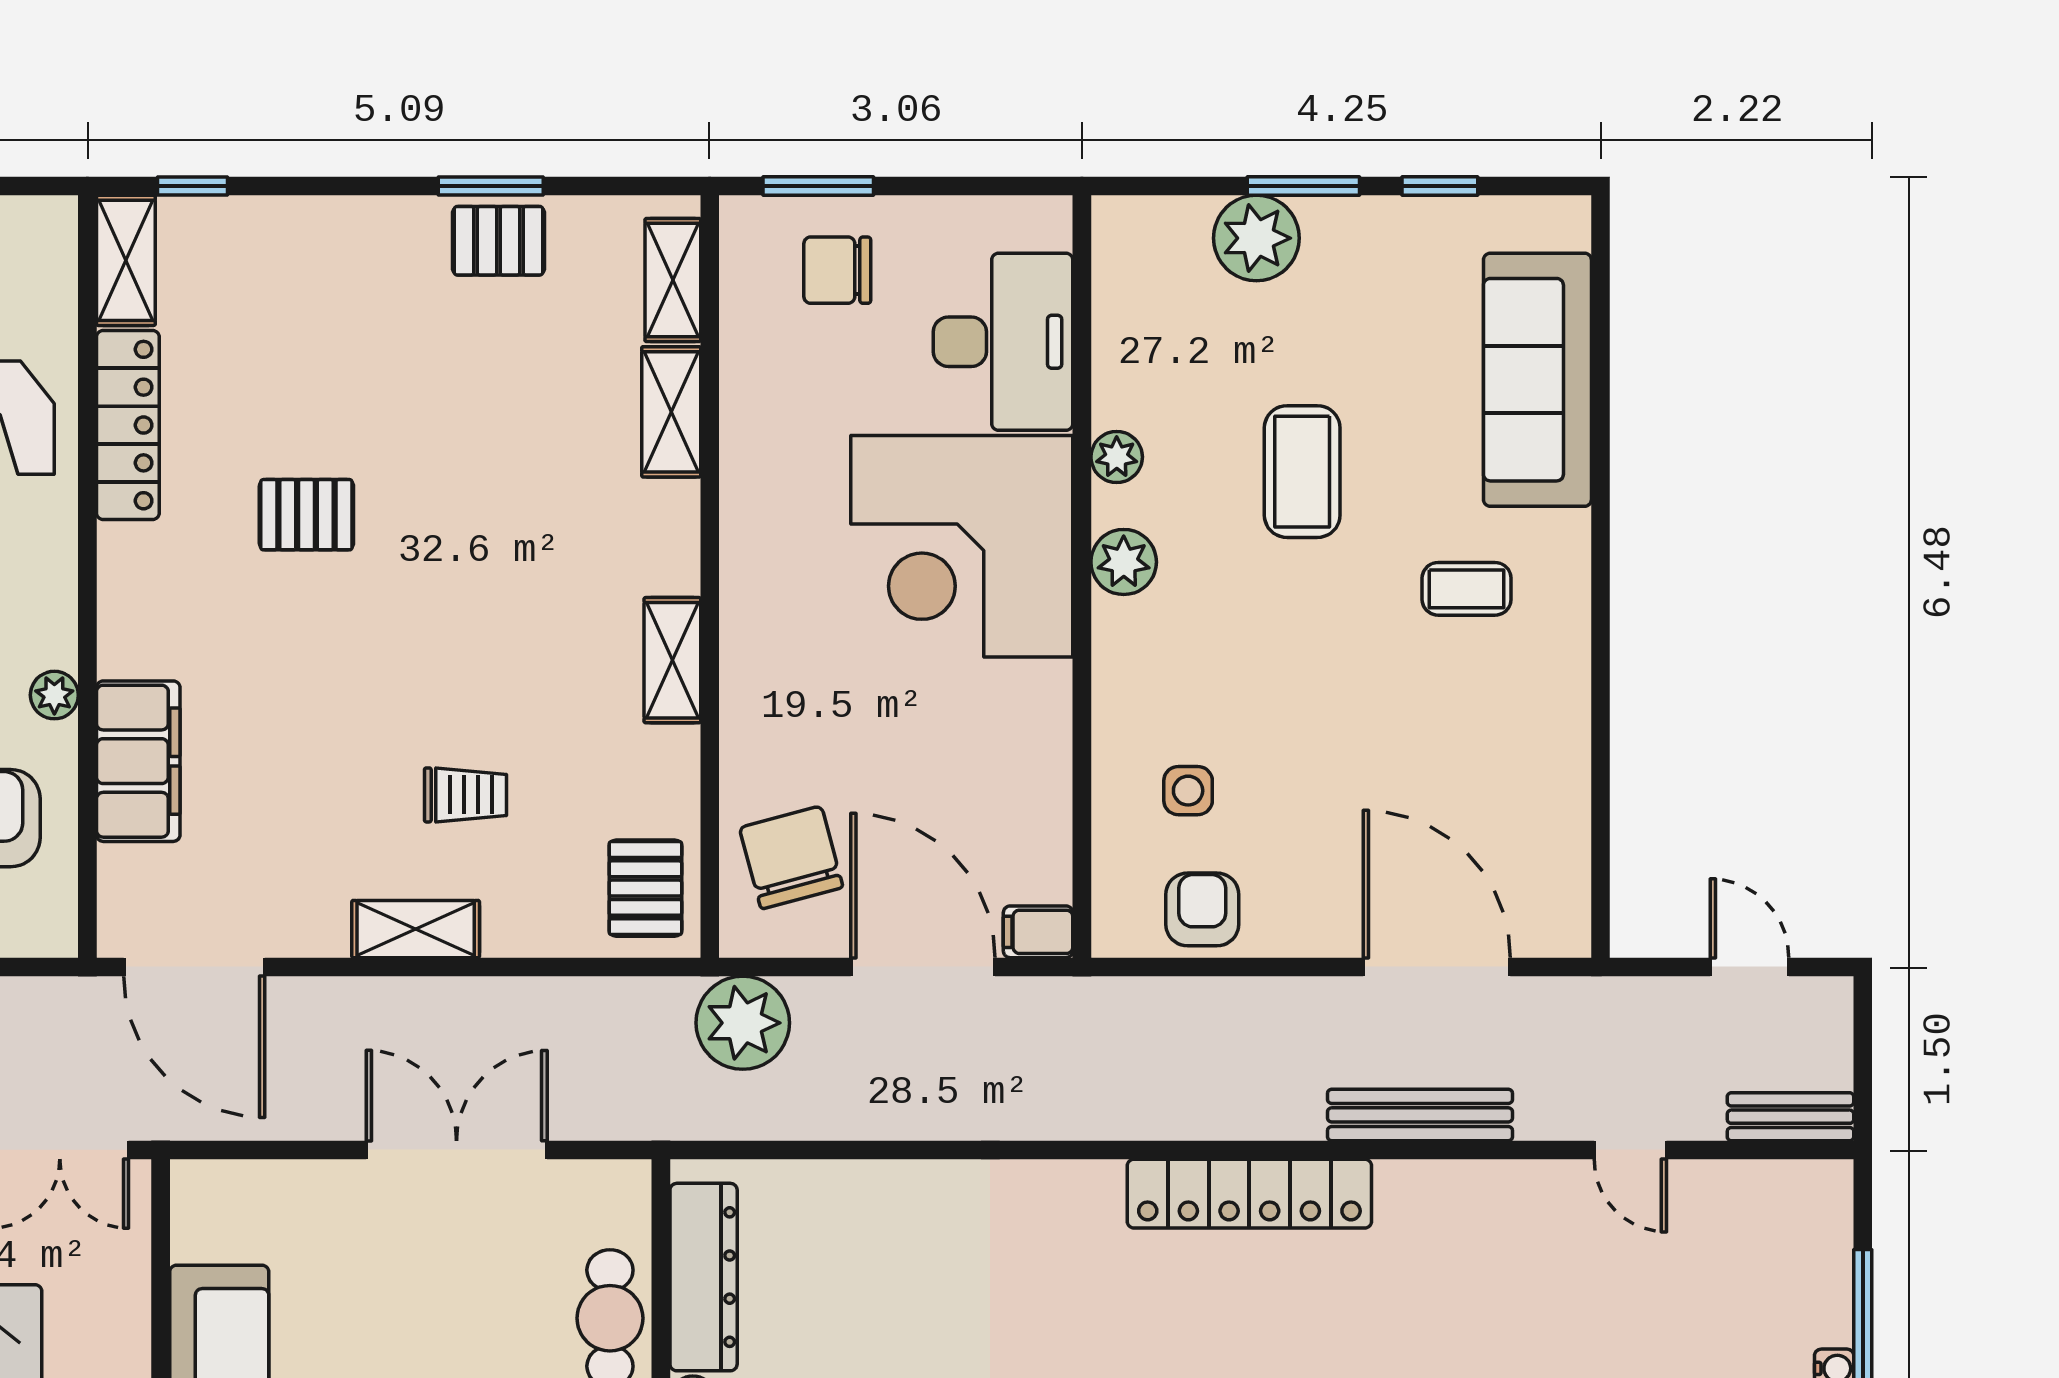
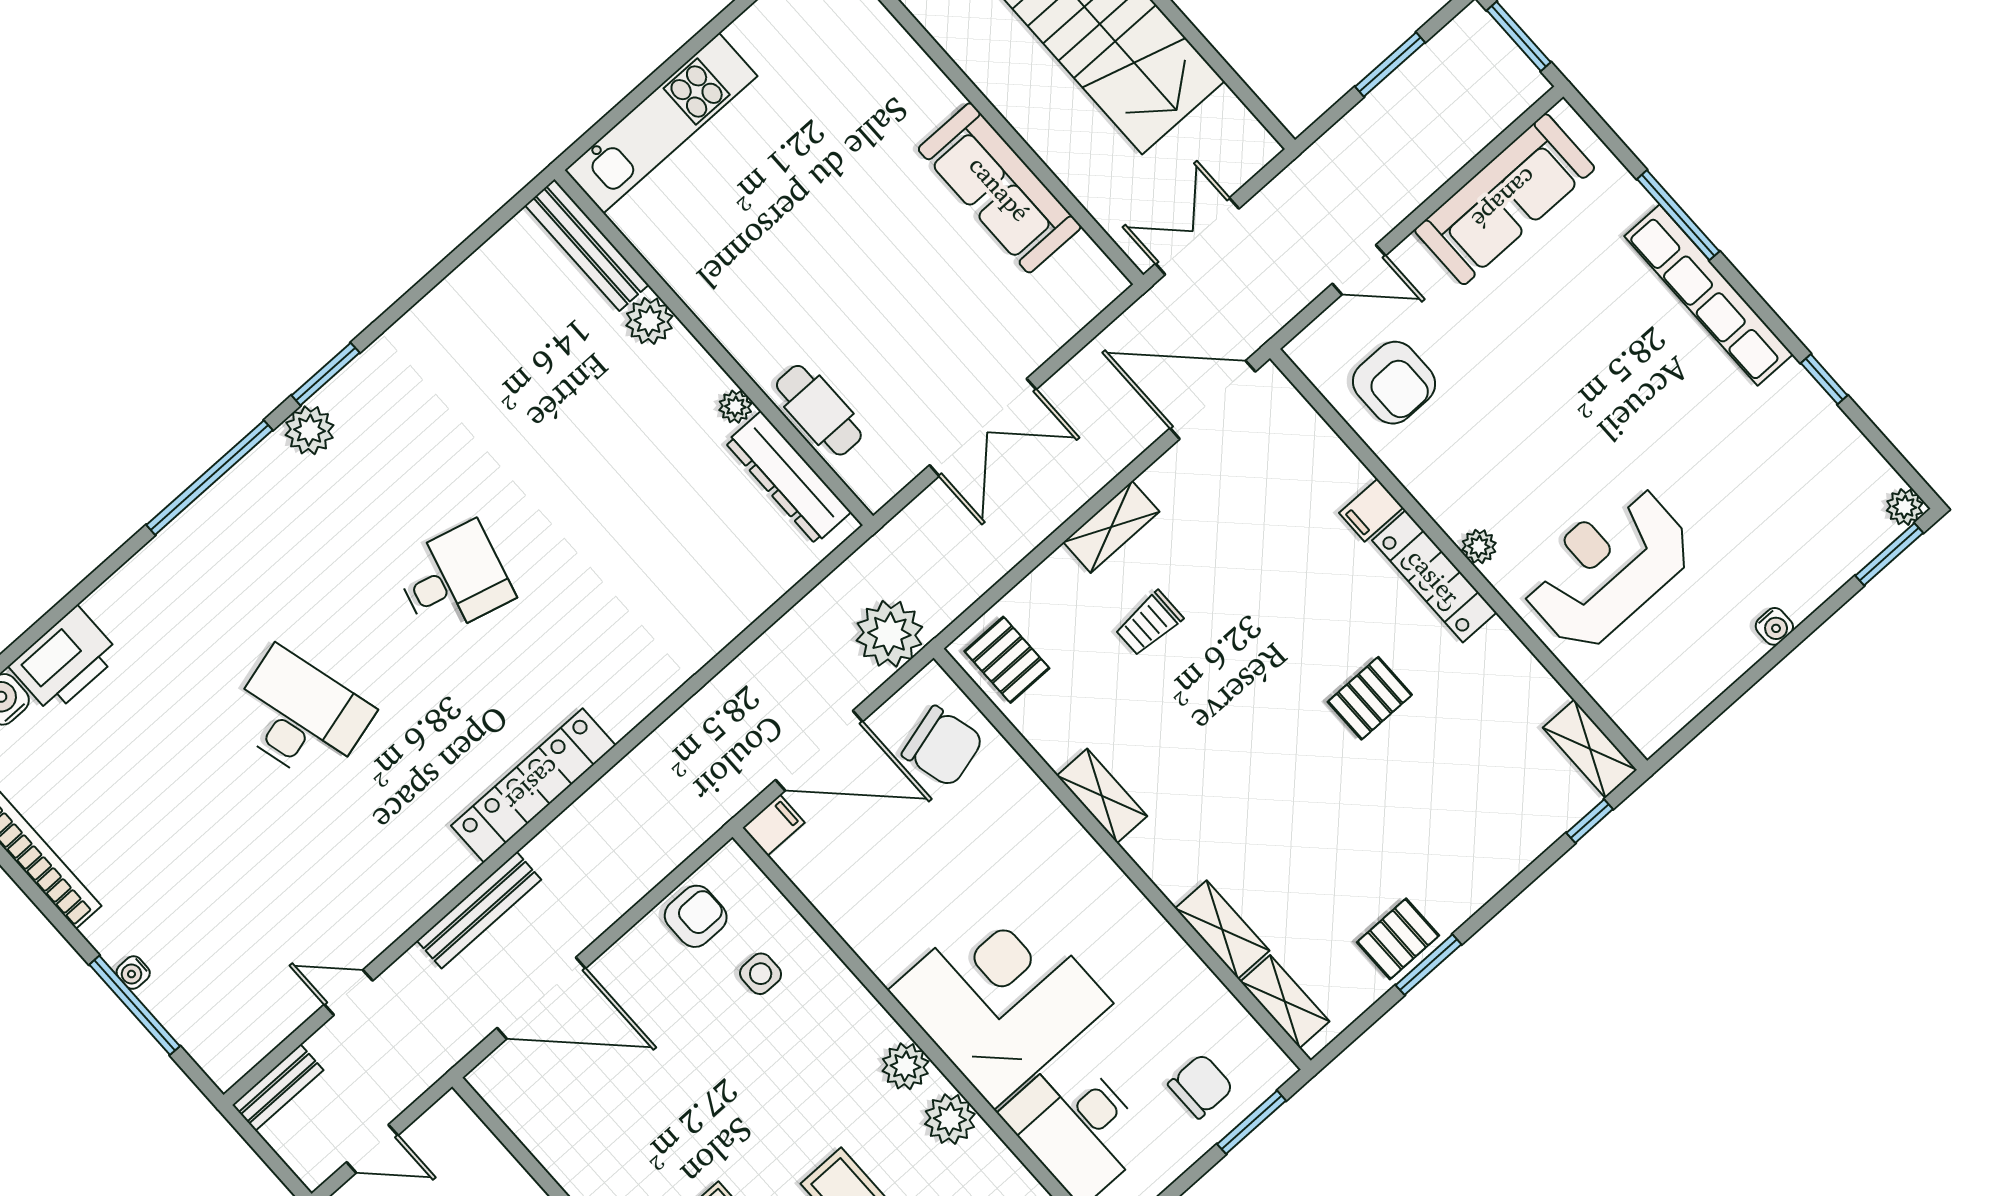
locker: (128, 425) -> (1434, 576), moved
plant: (1117, 457) -> (950, 1119), width x1.38, depth x1.38
plant: (54, 695) -> (1479, 546), moved
filing cabinet: (138, 761) -> (1371, 510), width x0.33, depth x0.86
armchair: (1202, 909) -> (696, 916), turned -90

